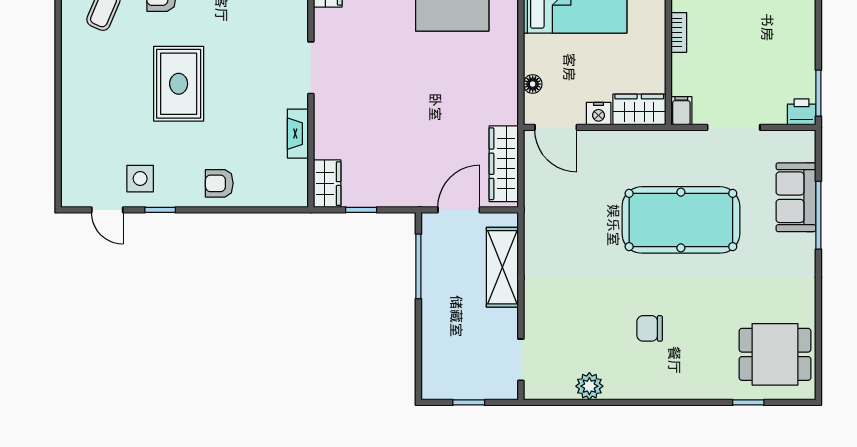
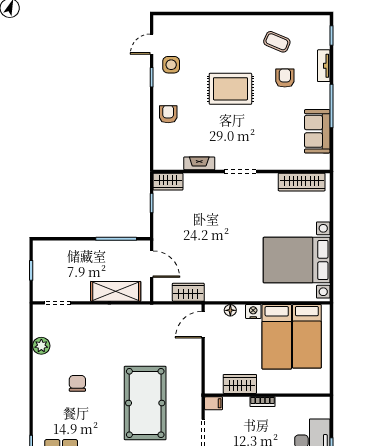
wardrobe: (639, 109) -> (240, 384), moved, turned -90
nightstand: (599, 114) -> (253, 311), moved, turned 90
wardrobe: (504, 164) -> (188, 292), width x0.67

